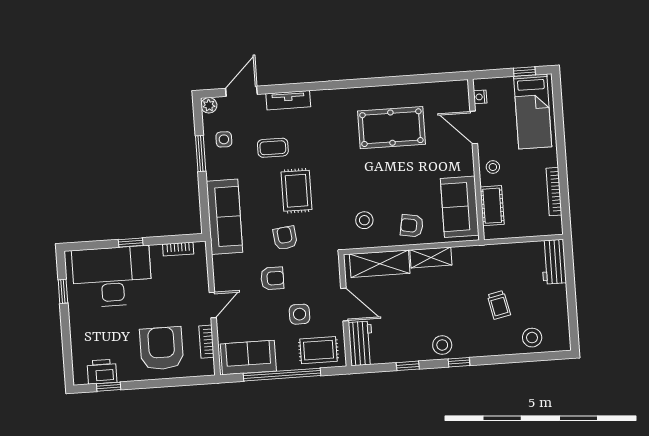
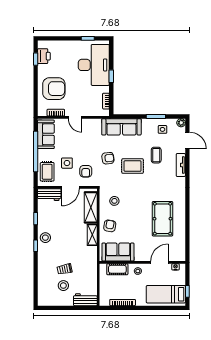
armchair: (272, 278) -> (86, 171), moved
stool: (532, 338) -> (63, 286), moved

